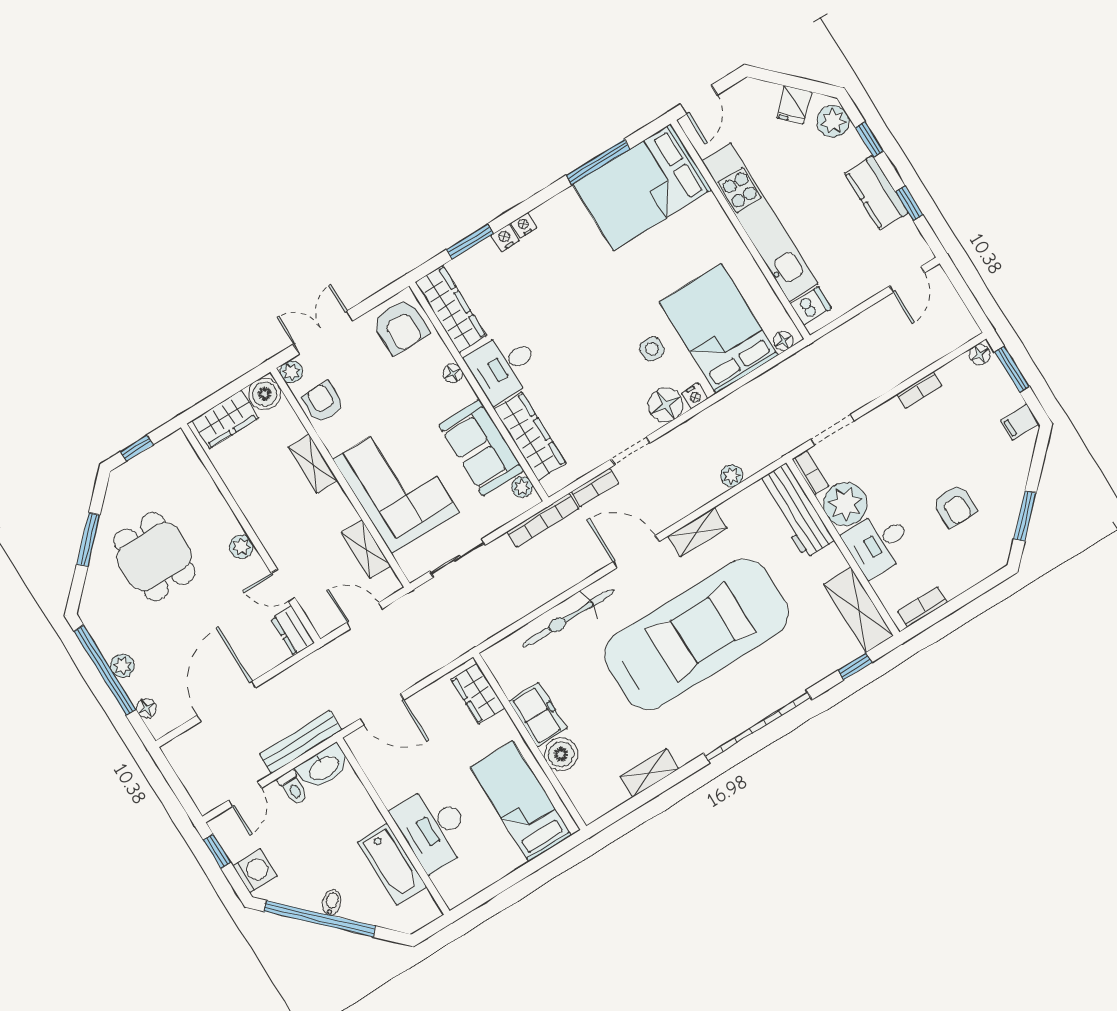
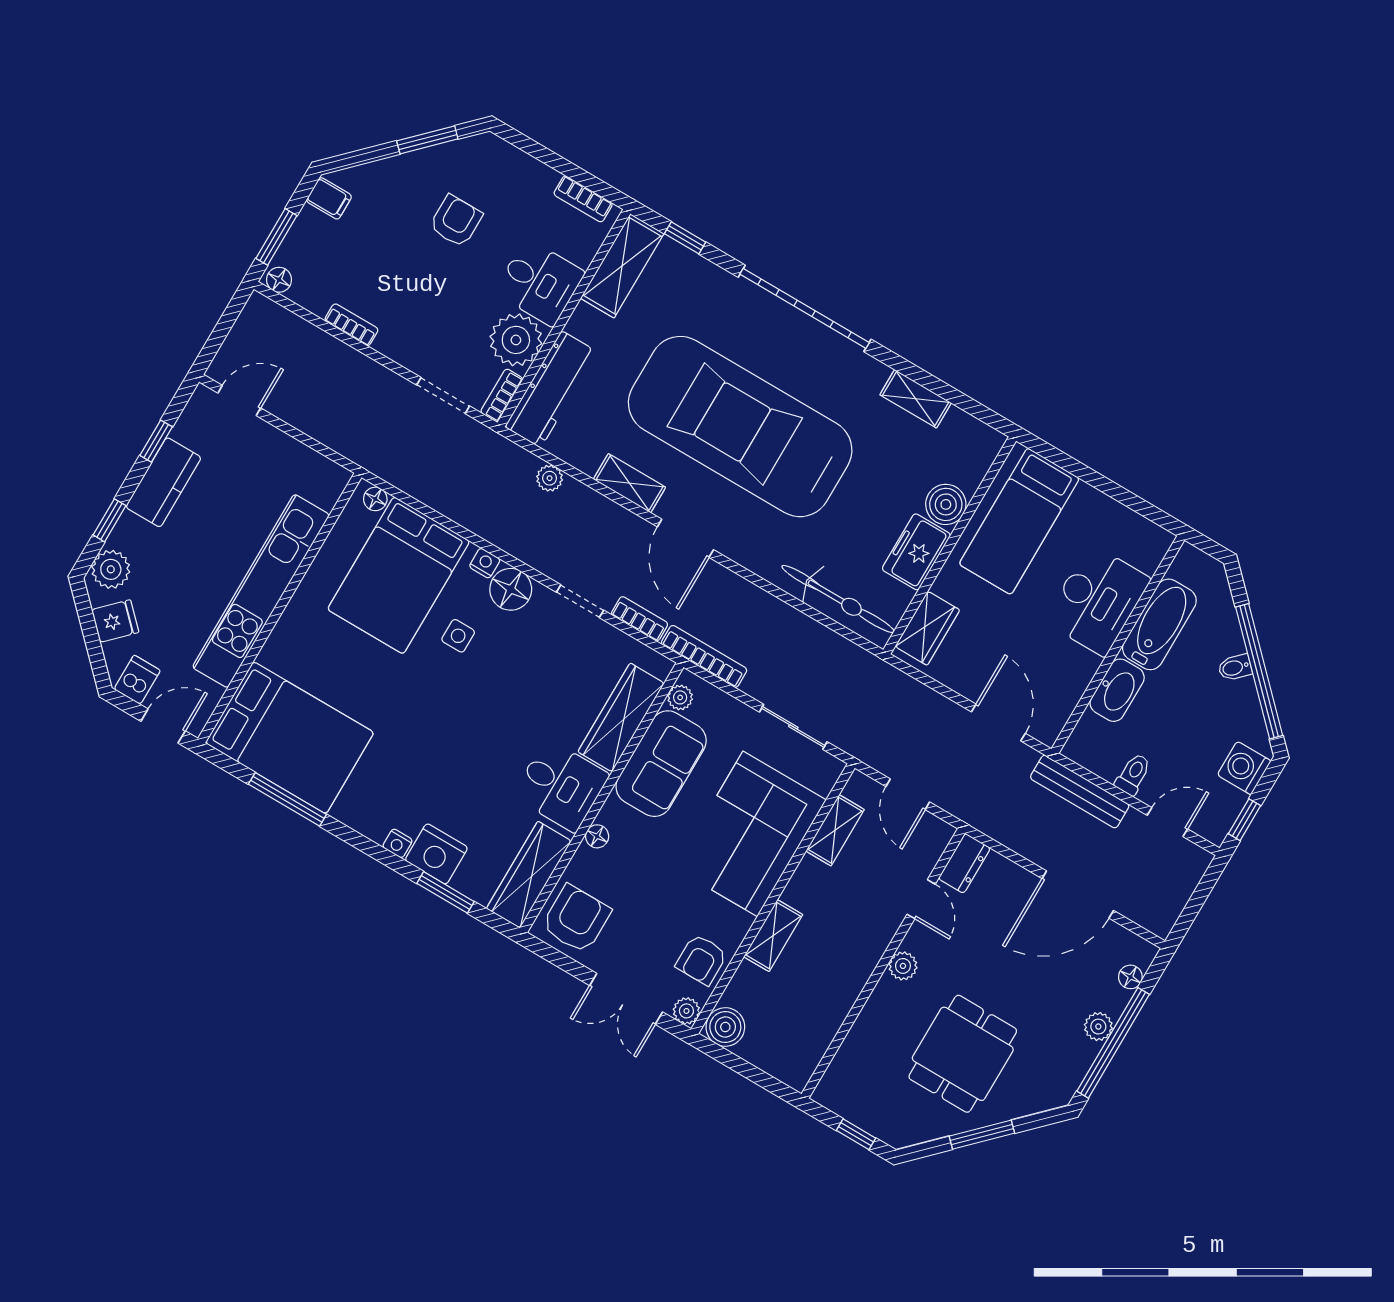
nightstand: (505, 238) -> (436, 854), width x1.89, depth x1.79
dishwasher: (811, 306) -> (137, 680), moved, turned 90
wardrobe: (225, 419) -> (775, 1055), removed
bicycle: (568, 618) -> (838, 599), moved
washbasin: (324, 767) -> (1117, 690), moved, turned 90

